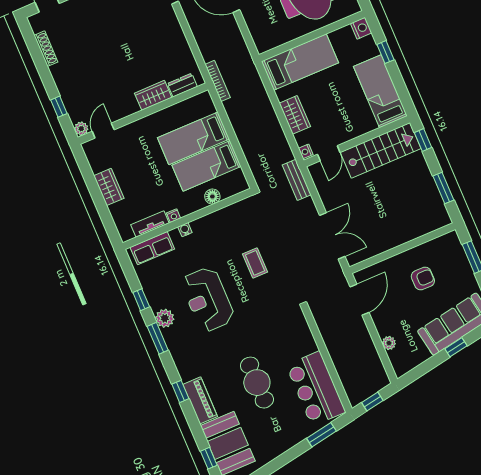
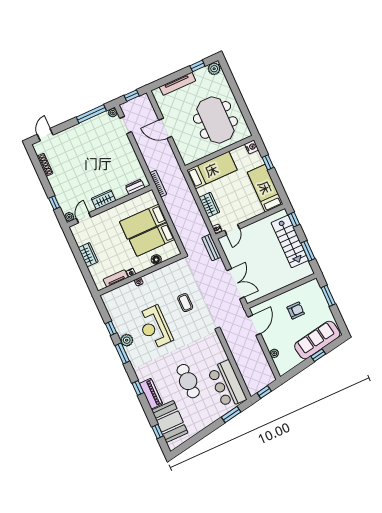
wardrobe: (153, 95) -> (104, 200), moved
stairs: (381, 150) -> (290, 241), moved, turned 90
row of seats: (152, 248) -> (118, 294), removed

